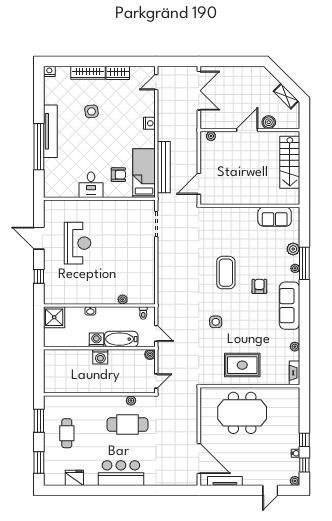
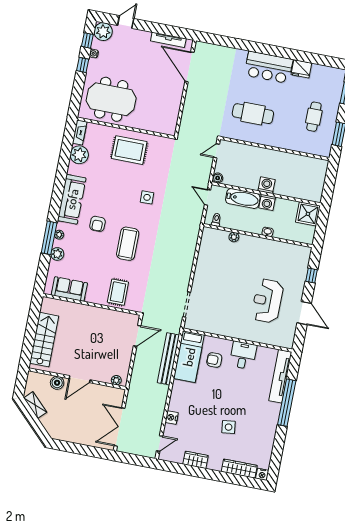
wardrobe: (88, 73) -> (239, 469), moved
nightstand: (149, 123) -> (172, 417), moved
tv unit: (50, 131) -> (280, 376), moved
rug: (226, 223) -> (118, 292), added
shower: (54, 317) -> (308, 214), moved
plant: (295, 347) -> (79, 155), width x1.87, depth x1.87
plant: (131, 401) -> (245, 136), removed
meeting table: (242, 413) -> (111, 99), moved
fridge: (74, 478) -> (301, 69), moved
plant: (295, 481) -> (103, 32), width x1.88, depth x1.88

